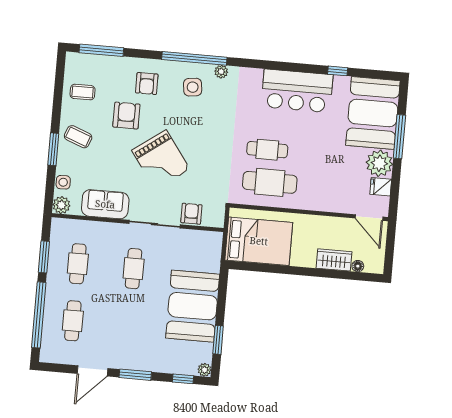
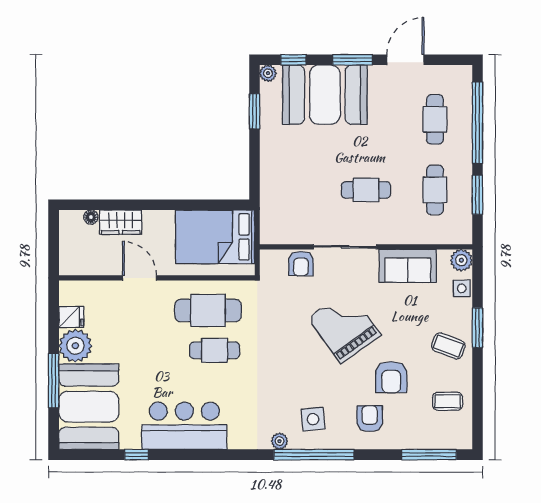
door: (369, 218) -> (139, 278), moved
cafe table: (134, 269) -> (366, 190), turned 90
booth: (193, 306) -> (325, 95), moved, turned 90

